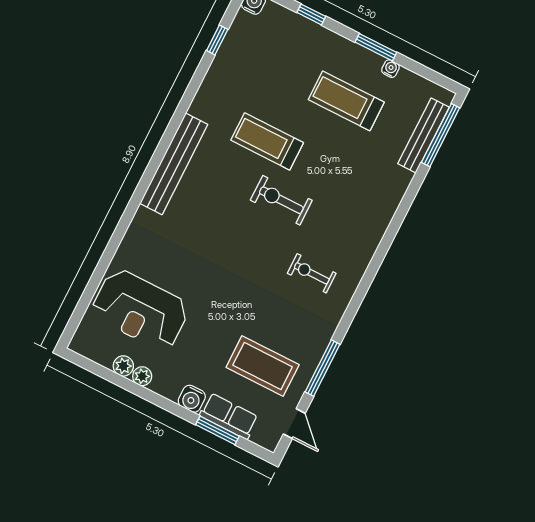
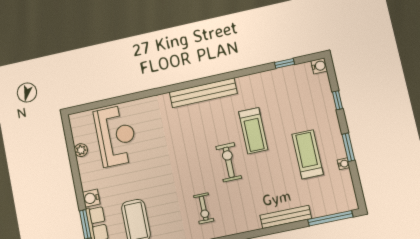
bench: (424, 135) -> (286, 217), moved
treadmill: (267, 141) -> (253, 131), turned 180
exercise bike: (312, 273) -> (204, 208), turned 180
reception desk: (140, 310) -> (116, 136), turned 180
plant: (142, 376) -> (83, 164), removed

